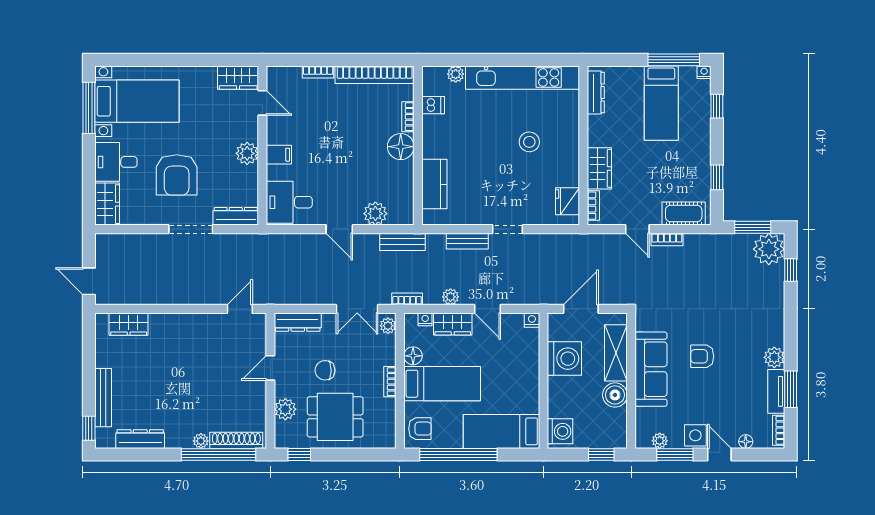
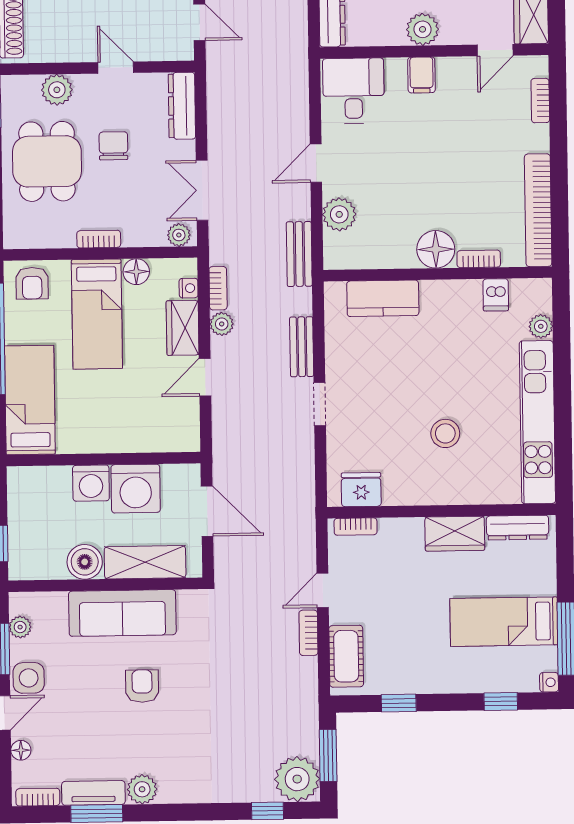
bookcase: (318, 72) -> (540, 101), moved
wardrobe: (599, 168) -> (455, 534), moved
bookcase: (407, 299) -> (218, 288), moved
nightstand: (532, 320) -> (190, 441), removed
washing machine: (560, 431) -> (91, 483), moved

